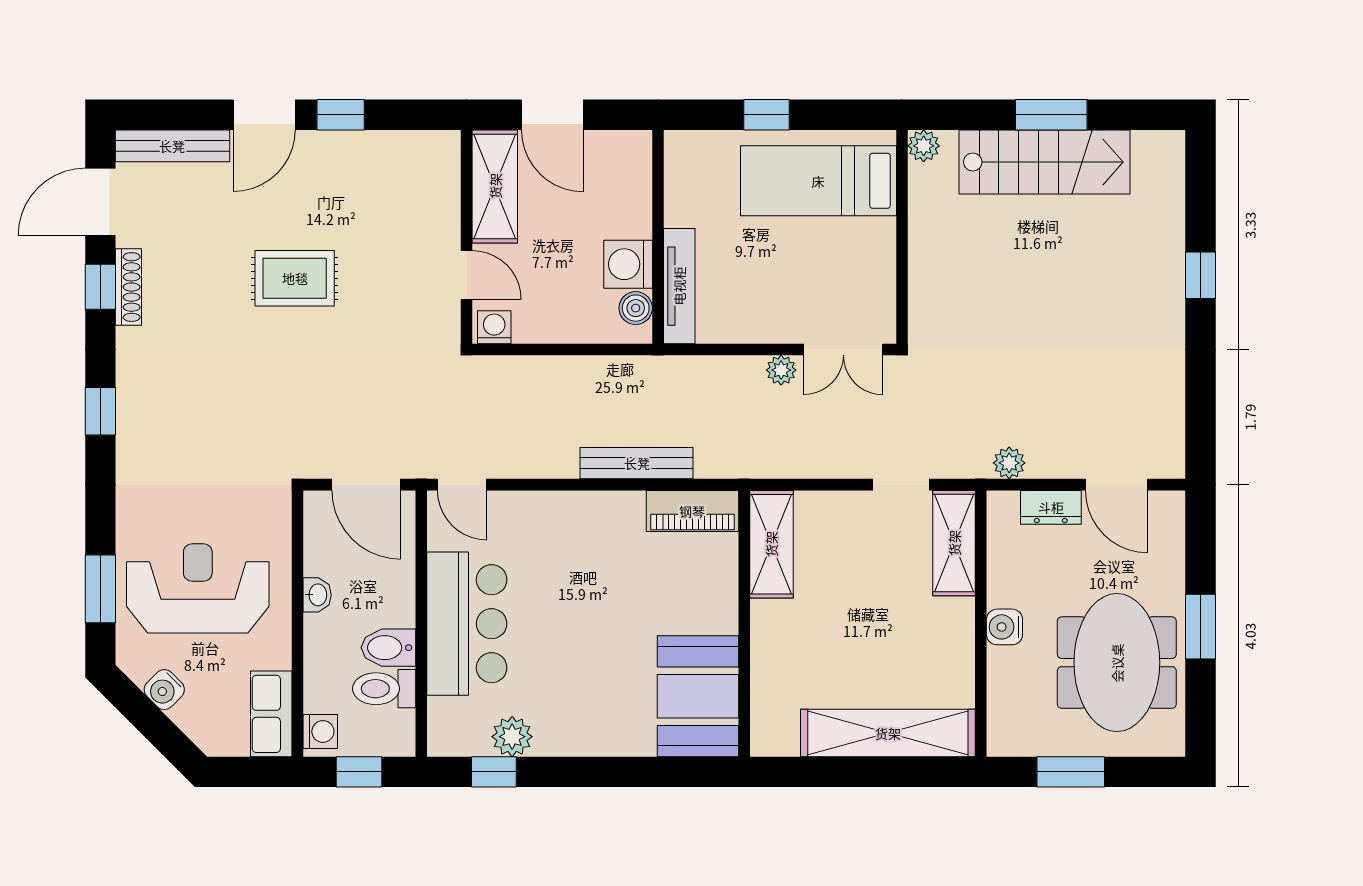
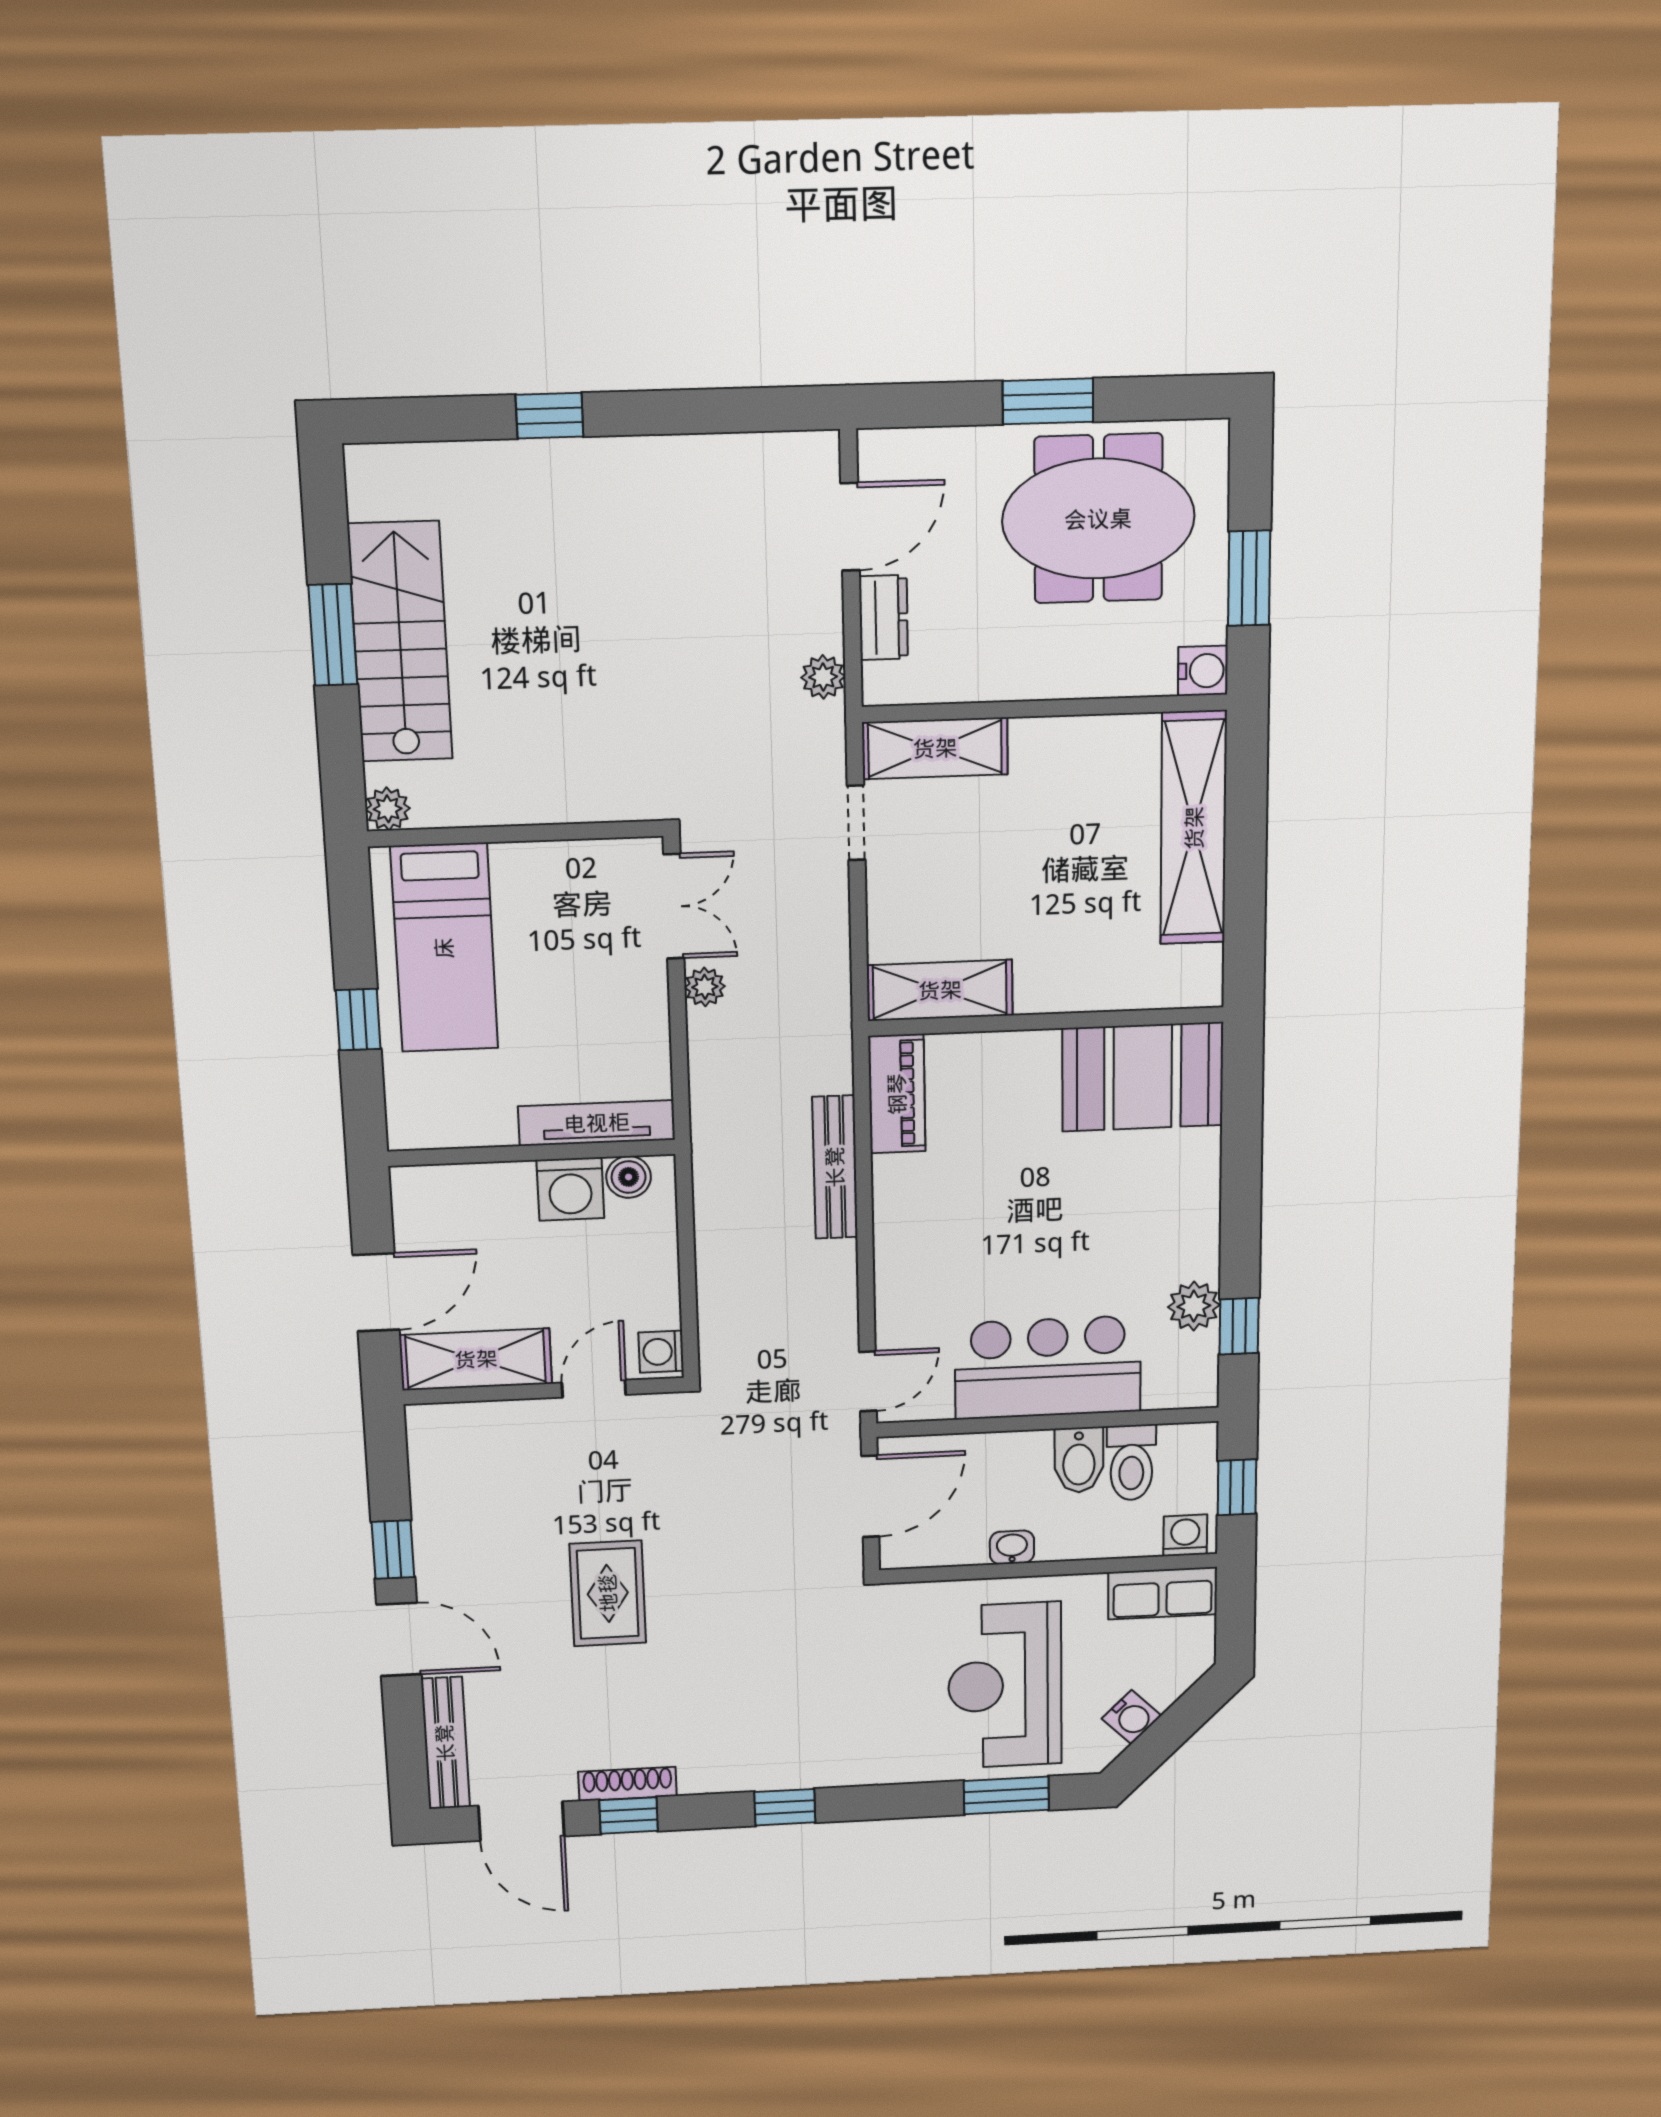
water cooler: (1004, 627) -> (1203, 671), moved, turned -90

